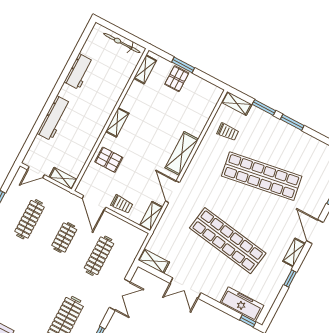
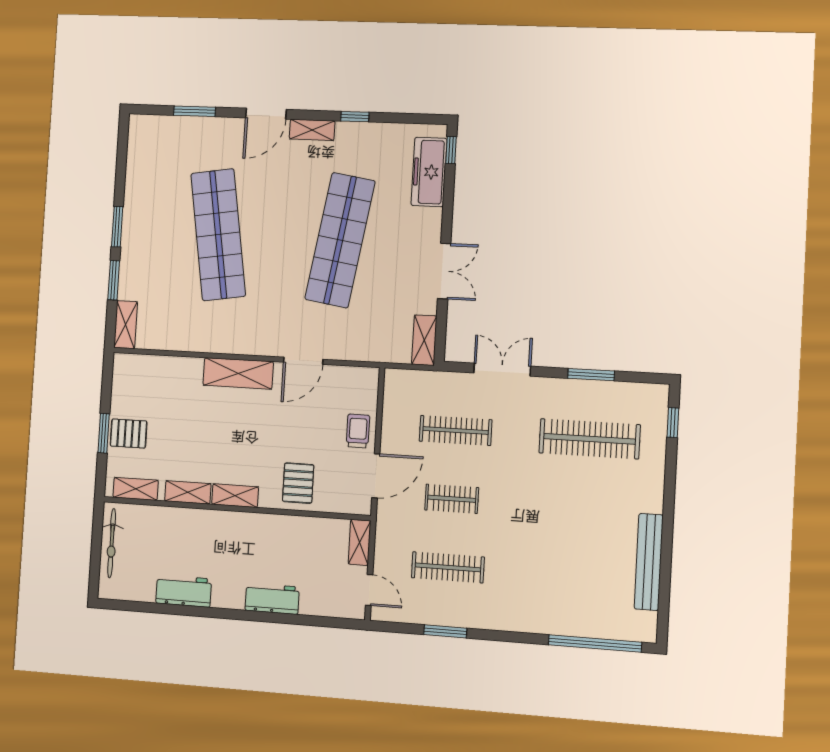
workbench: (54, 118) -> (272, 599), width x0.73
trolley: (228, 132) -> (174, 318), removed
shelving: (151, 216) -> (188, 492), moved

